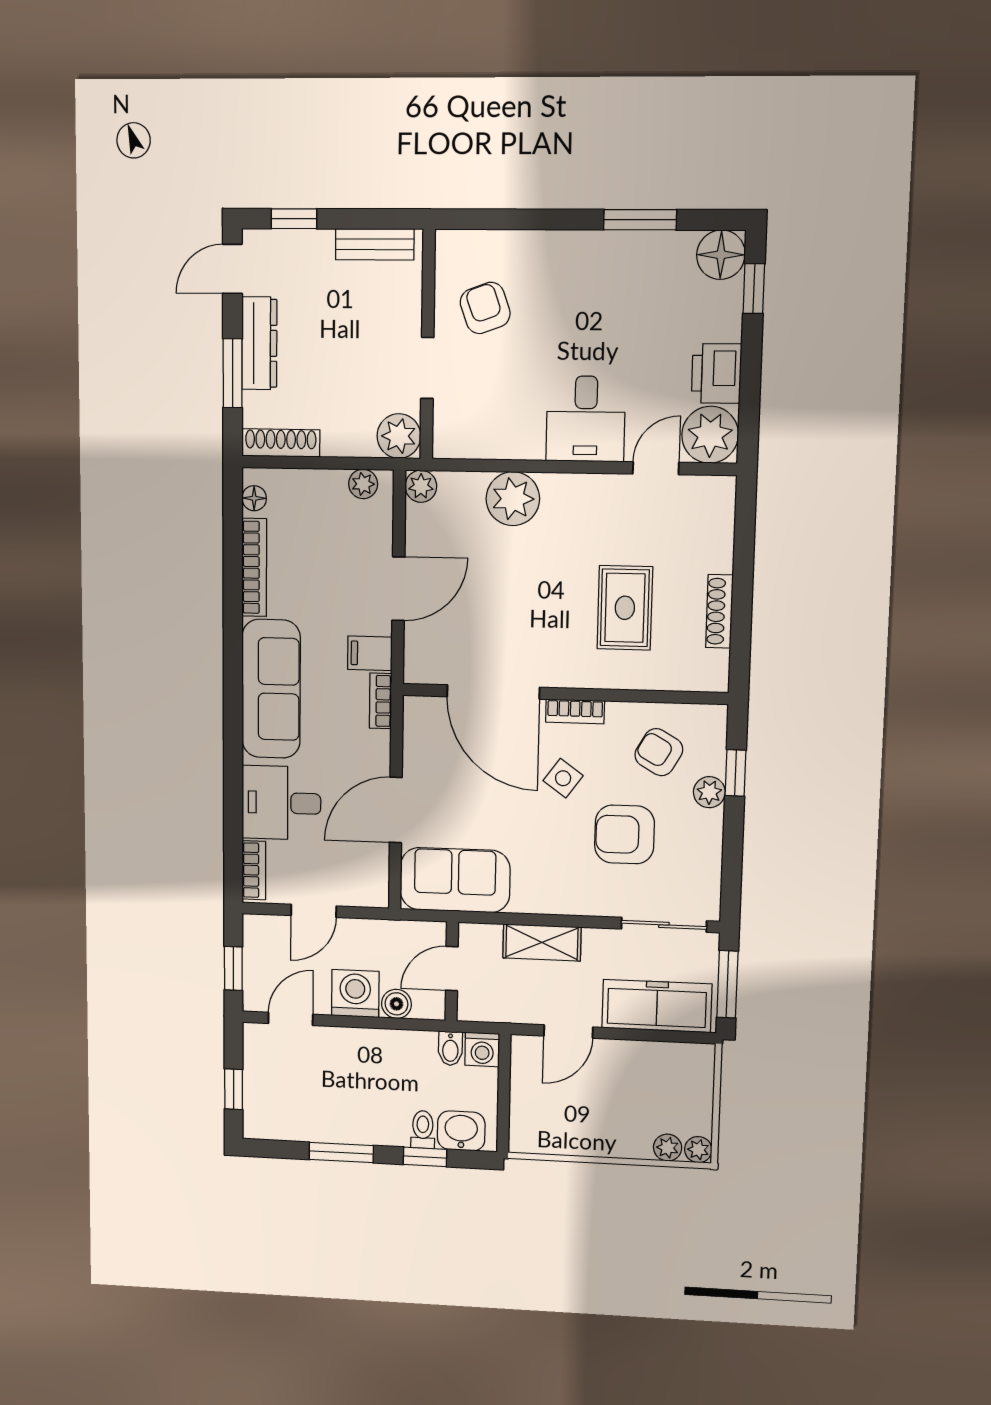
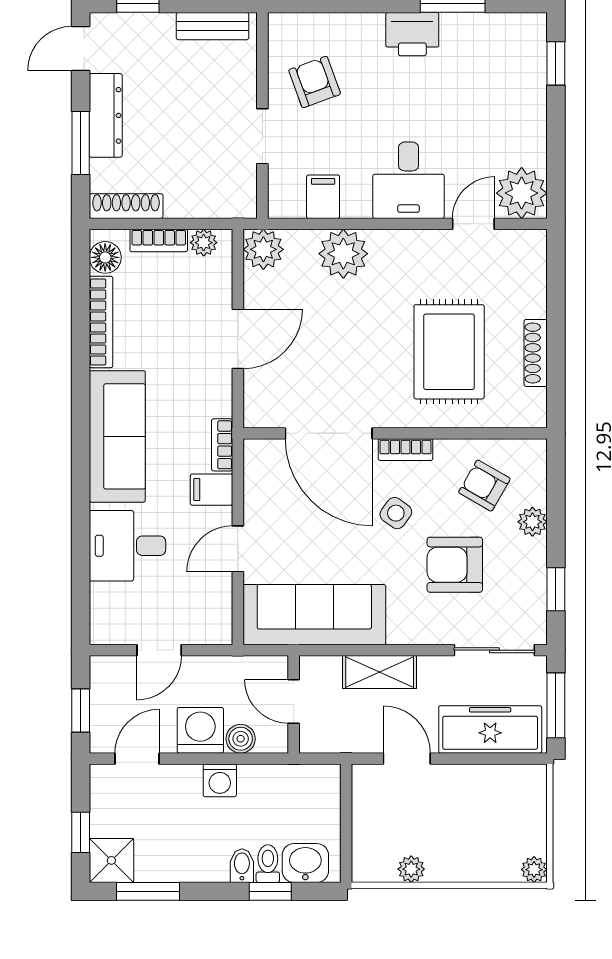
floor lamp: (721, 255) -> (526, 34), removed
printer: (716, 373) -> (412, 34), moved, turned -90
plant: (399, 436) -> (237, 198), removed
filing cabinet: (492, 436) -> (323, 197), added
plant: (421, 486) -> (263, 249), width x1.38, depth x1.38
floor lamp: (254, 498) -> (105, 257), width x1.37, depth x1.37
rug: (625, 608) -> (449, 352), width x1.36, depth x1.43
filing cabinet: (370, 653) -> (212, 490), moved
window: (735, 773) -> (556, 589), moved
door: (396, 810) -> (238, 549), width x0.73
bookcase: (254, 870) -> (159, 240), moved, turned 90
sofa: (455, 880) -> (314, 615), width x1.36
door: (452, 969) -> (294, 701), hinge flipped
door: (568, 1032) -> (407, 759), swing flipped
bidet: (450, 1048) -> (242, 866), moved, turned 180
washing machine: (482, 1049) -> (220, 780), moved
shower: (265, 1118) -> (111, 860), added
plant: (668, 1148) -> (411, 869), moved
window: (341, 1152) -> (148, 891), moved

